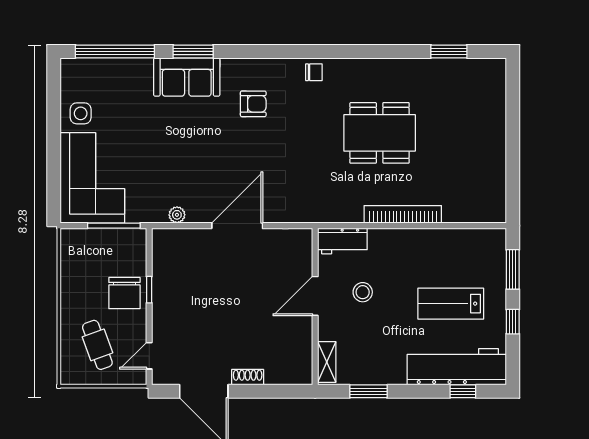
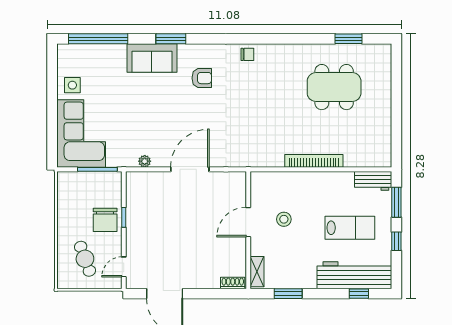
window: (193, 51) -> (171, 39), moved
dining table: (380, 133) -> (334, 87), moved
workbench: (342, 241) -> (373, 181), moved
lab bench: (451, 304) -> (350, 228), turned 180
shoe rack: (248, 377) -> (233, 283), moved

